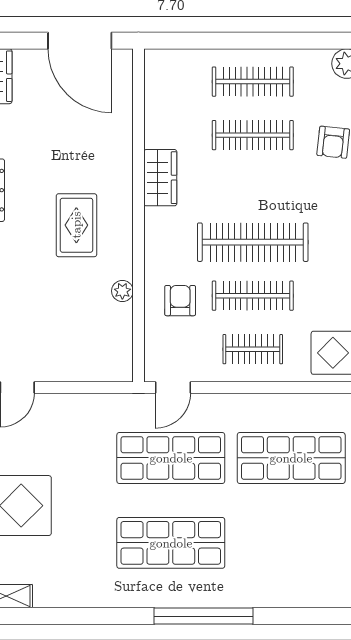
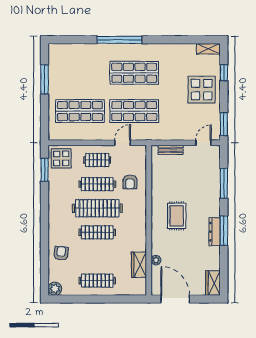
clothes rail: (253, 135) -> (97, 232), moved
wardrobe: (160, 178) -> (139, 265), moved
plant: (122, 291) -> (156, 260), moved
bench: (90, 372) -> (171, 150), added
door: (173, 387) -> (123, 143), moved

